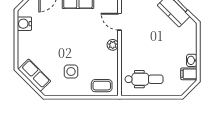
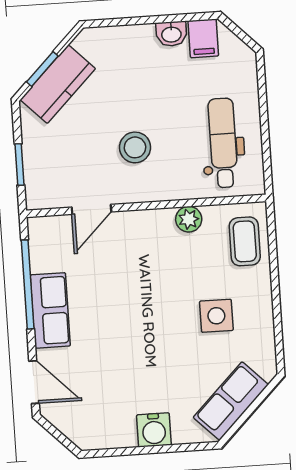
water cooler: (24, 24) -> (154, 430), moved
stool: (145, 42) -> (135, 147), added
plant: (113, 45) -> (189, 219), moved

